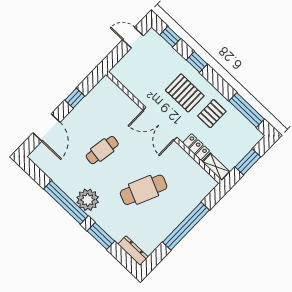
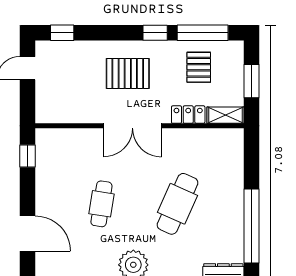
window: (197, 62) -> (155, 33), moved
window: (75, 98) -> (27, 156), moved
pallet: (212, 114) -> (199, 67), moved
window: (186, 226) -> (252, 226), moved

